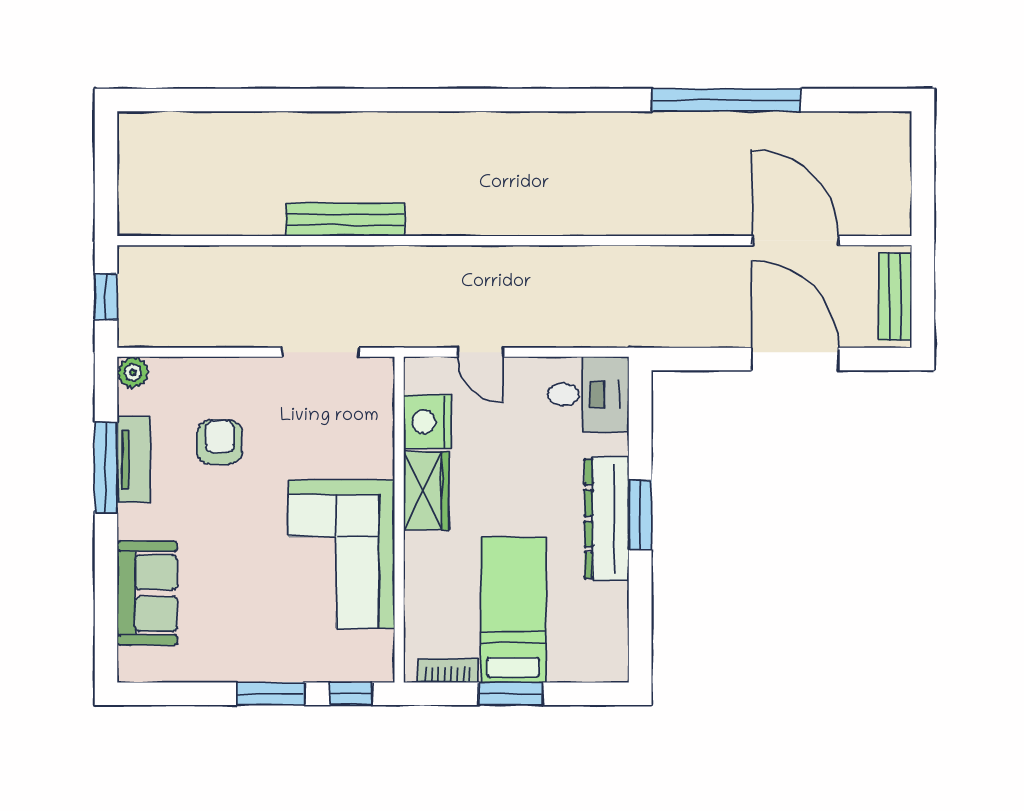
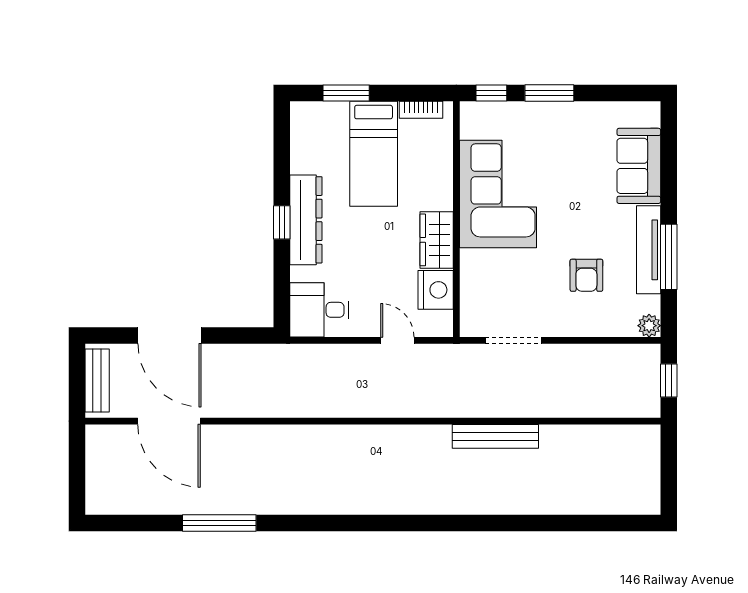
window: (726, 100) -> (219, 523), width x0.68
tv unit: (134, 459) -> (649, 250), width x1.41
window: (640, 515) -> (282, 222), width x0.67
window: (511, 694) -> (346, 93), moved

